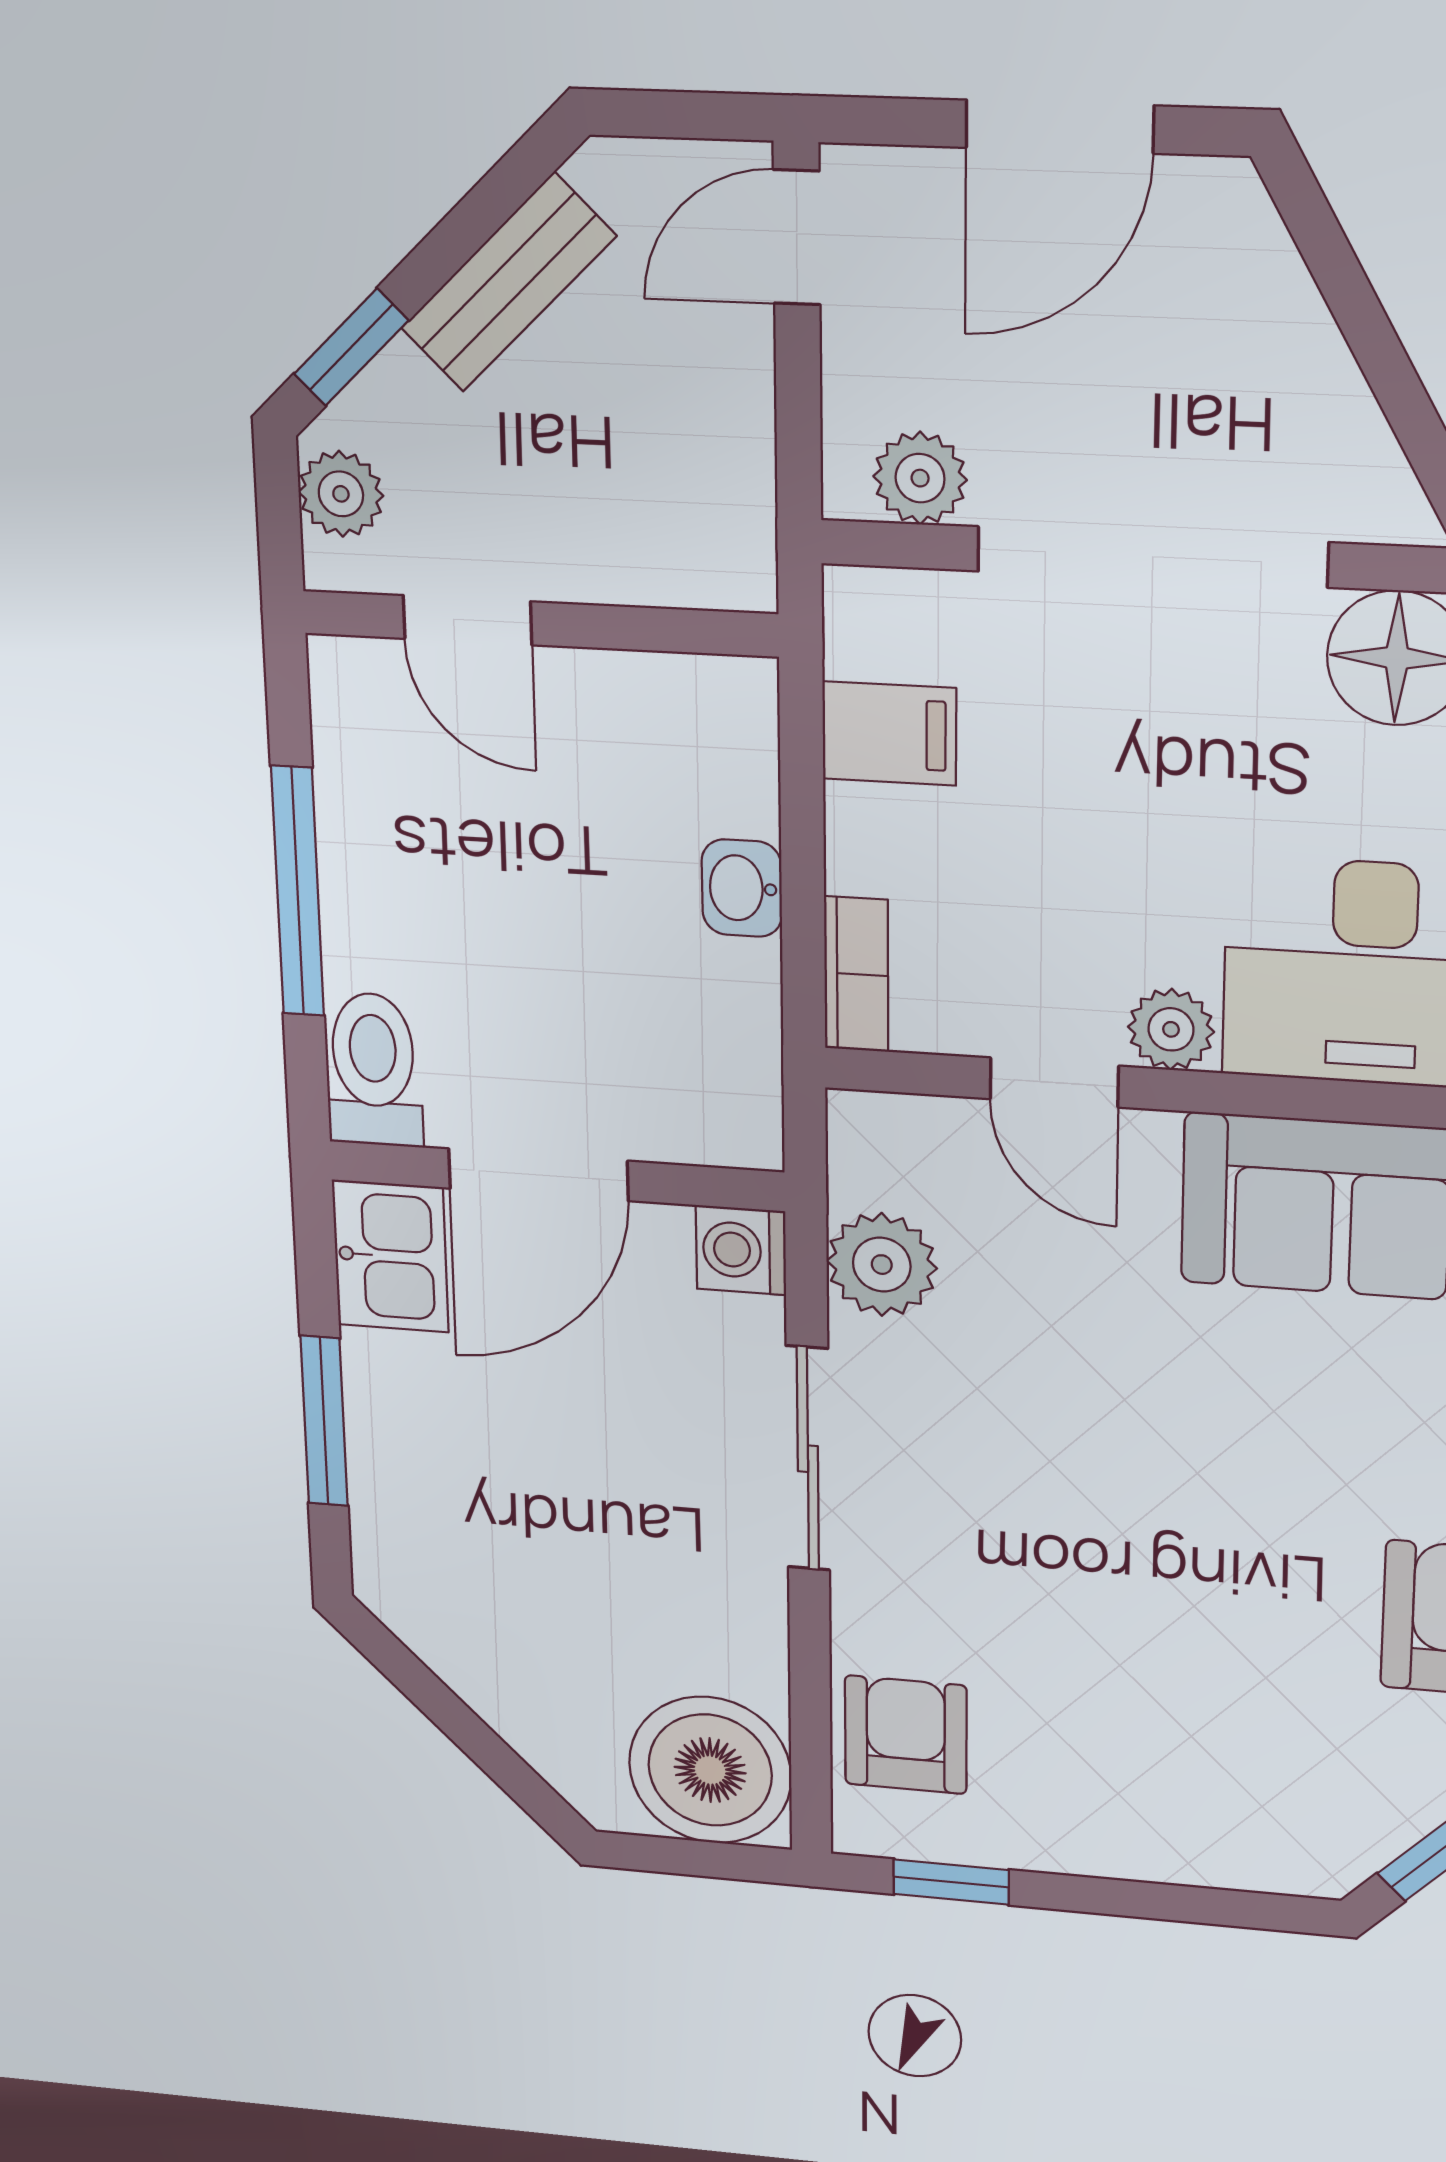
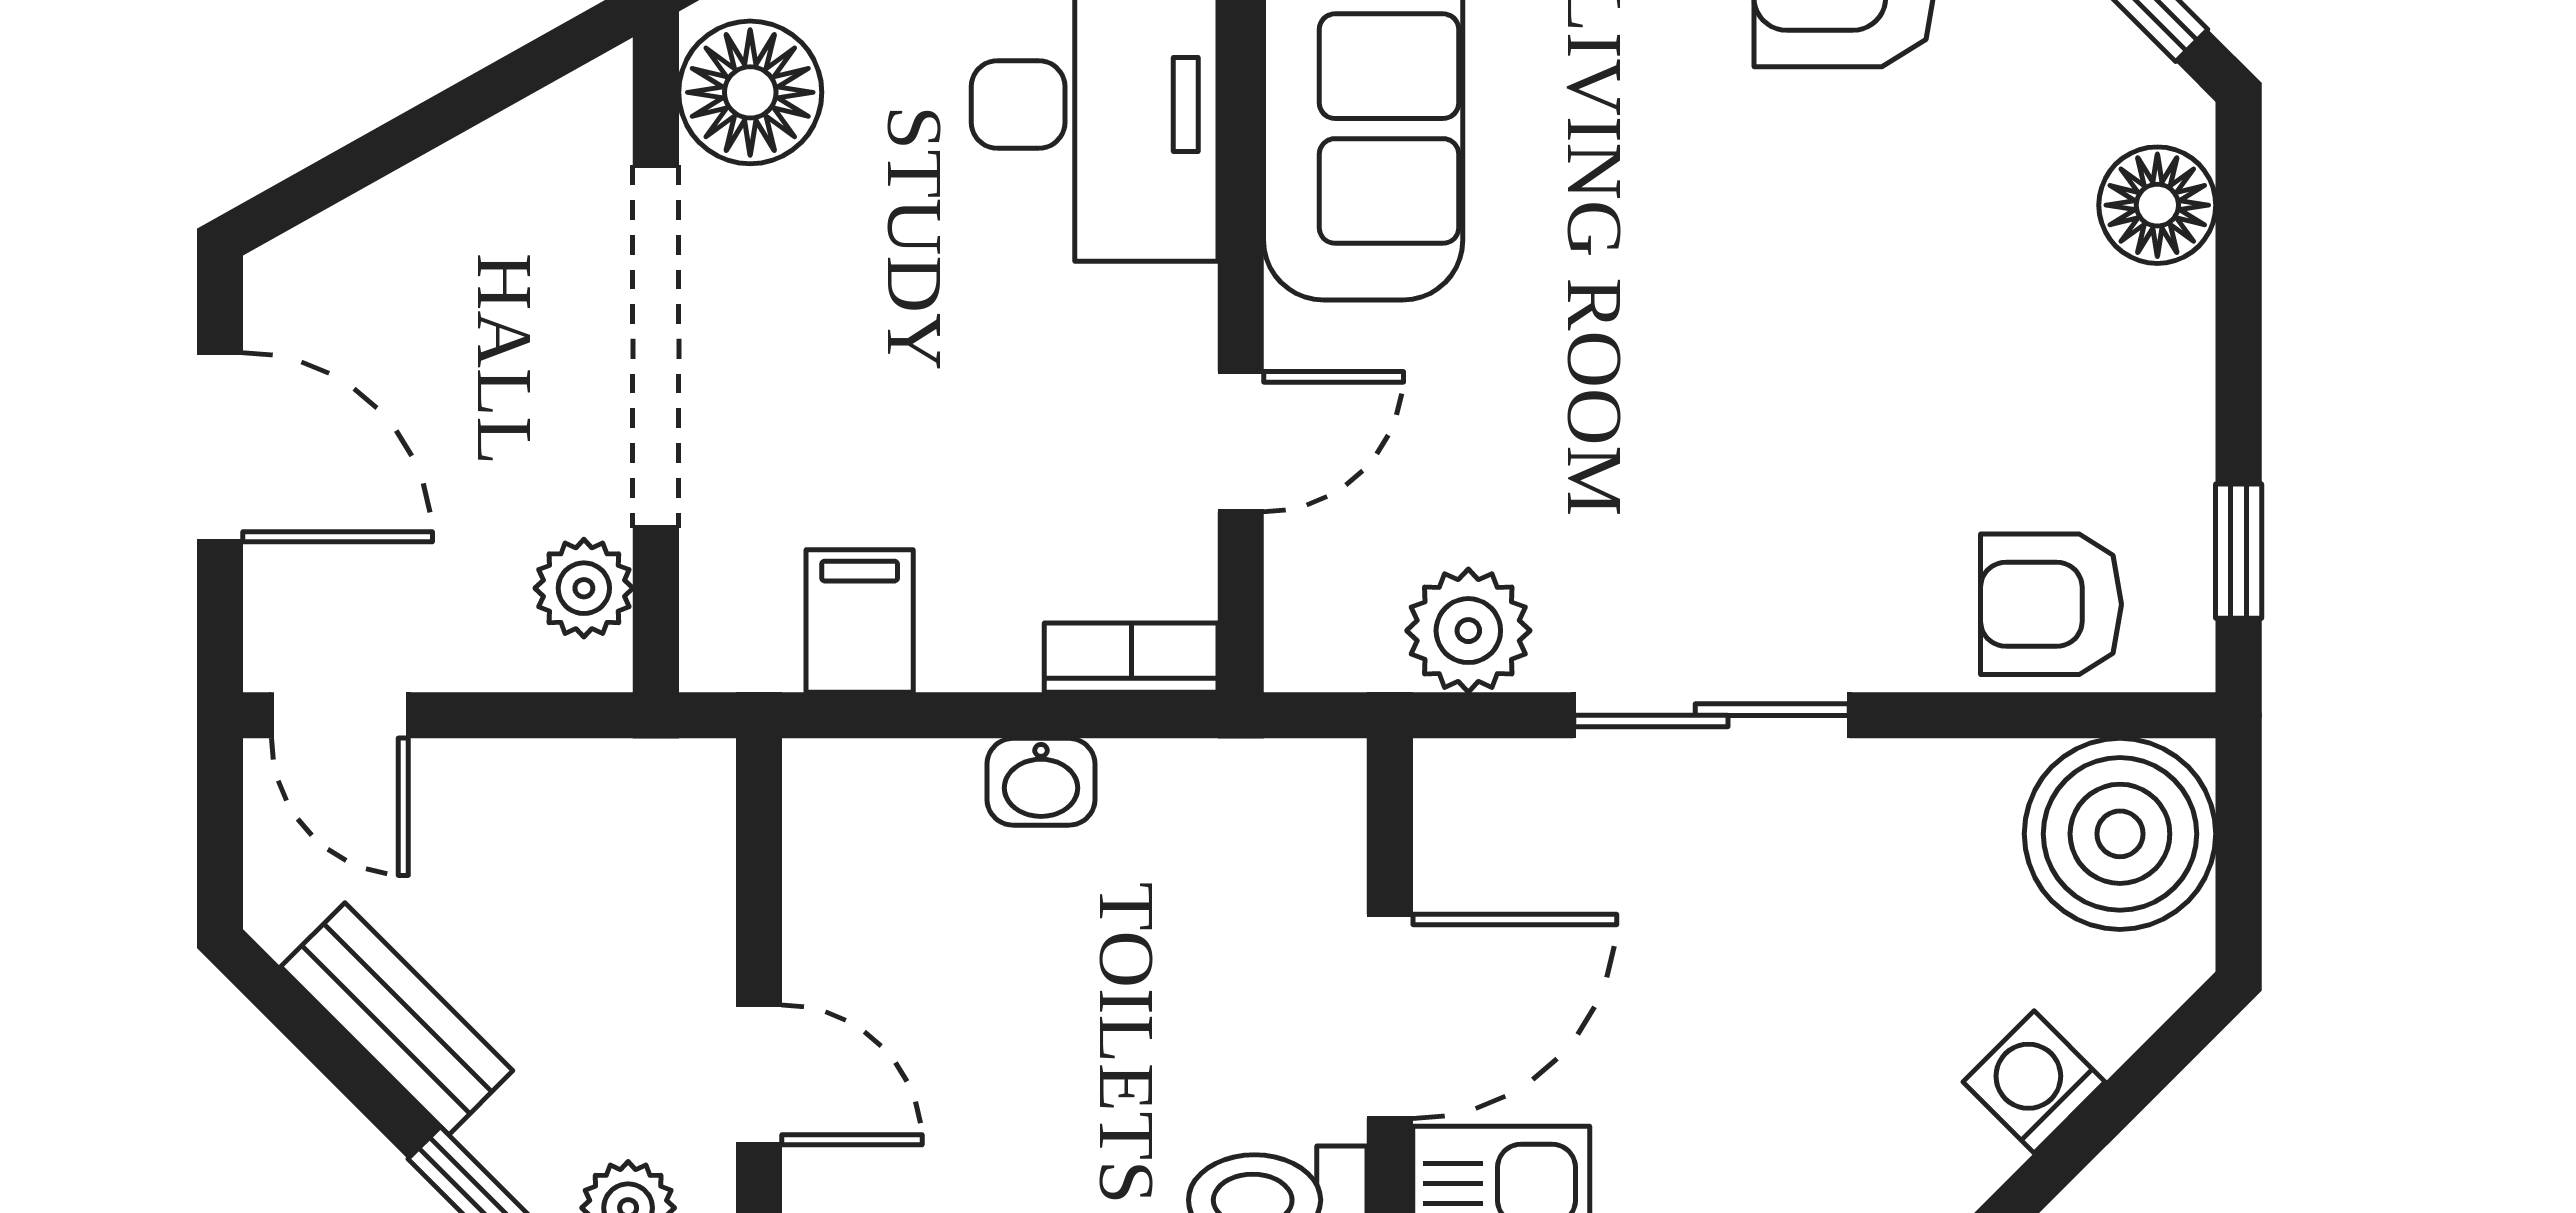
door: (467, 620) -> (759, 1075), hinge flipped
plant: (1171, 1029) -> (1172, 317), removed
door: (538, 1175) -> (1390, 1016), hinge flipped
washing machine: (741, 1250) -> (2034, 1082), moved, turned 135
floor lamp: (1252, 1848) -> (2157, 205), added

